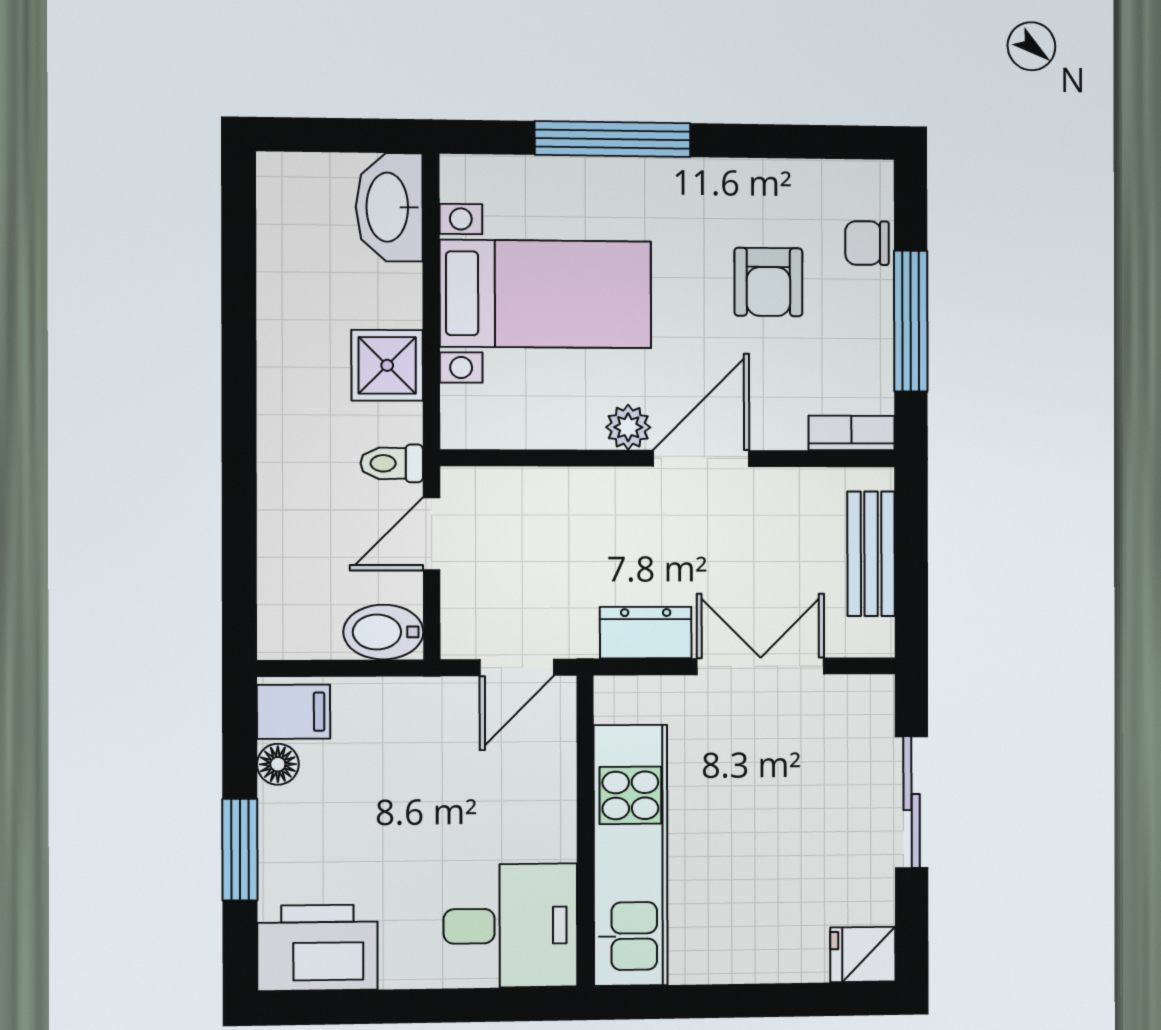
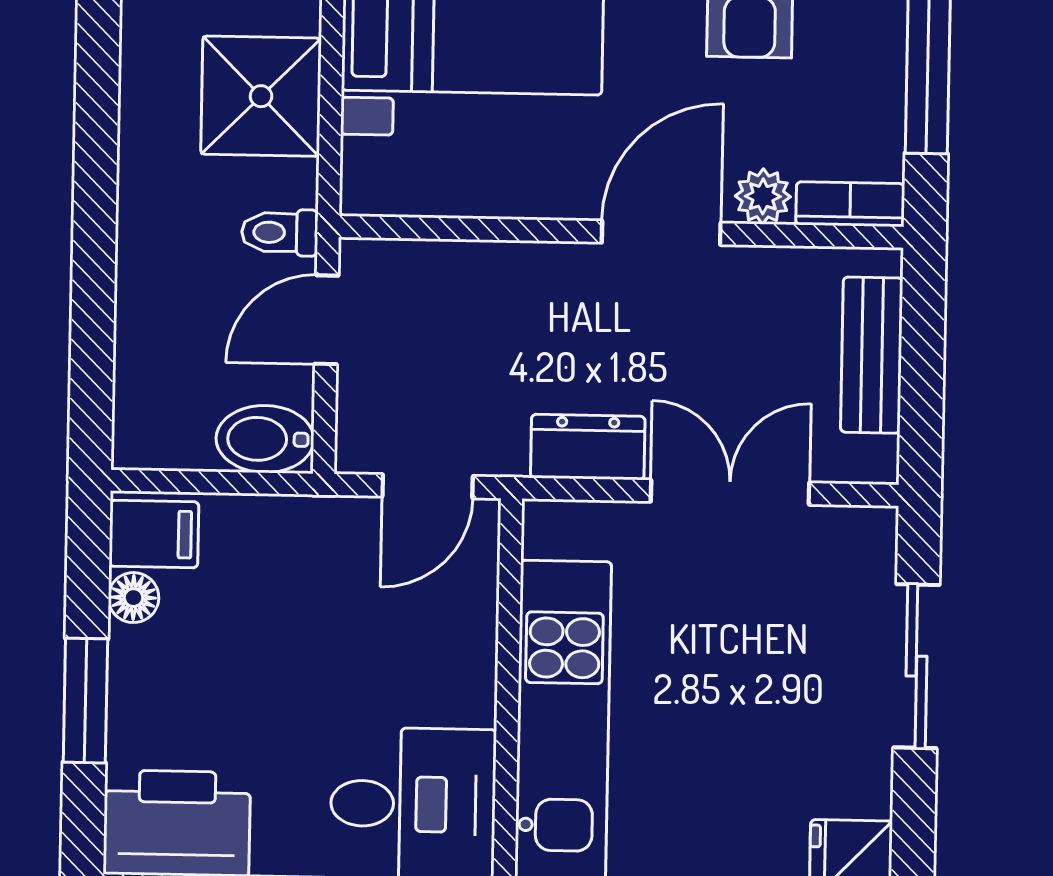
shower: (387, 365) -> (261, 96), width x1.36, depth x1.36
plant: (628, 427) -> (763, 196), moved

